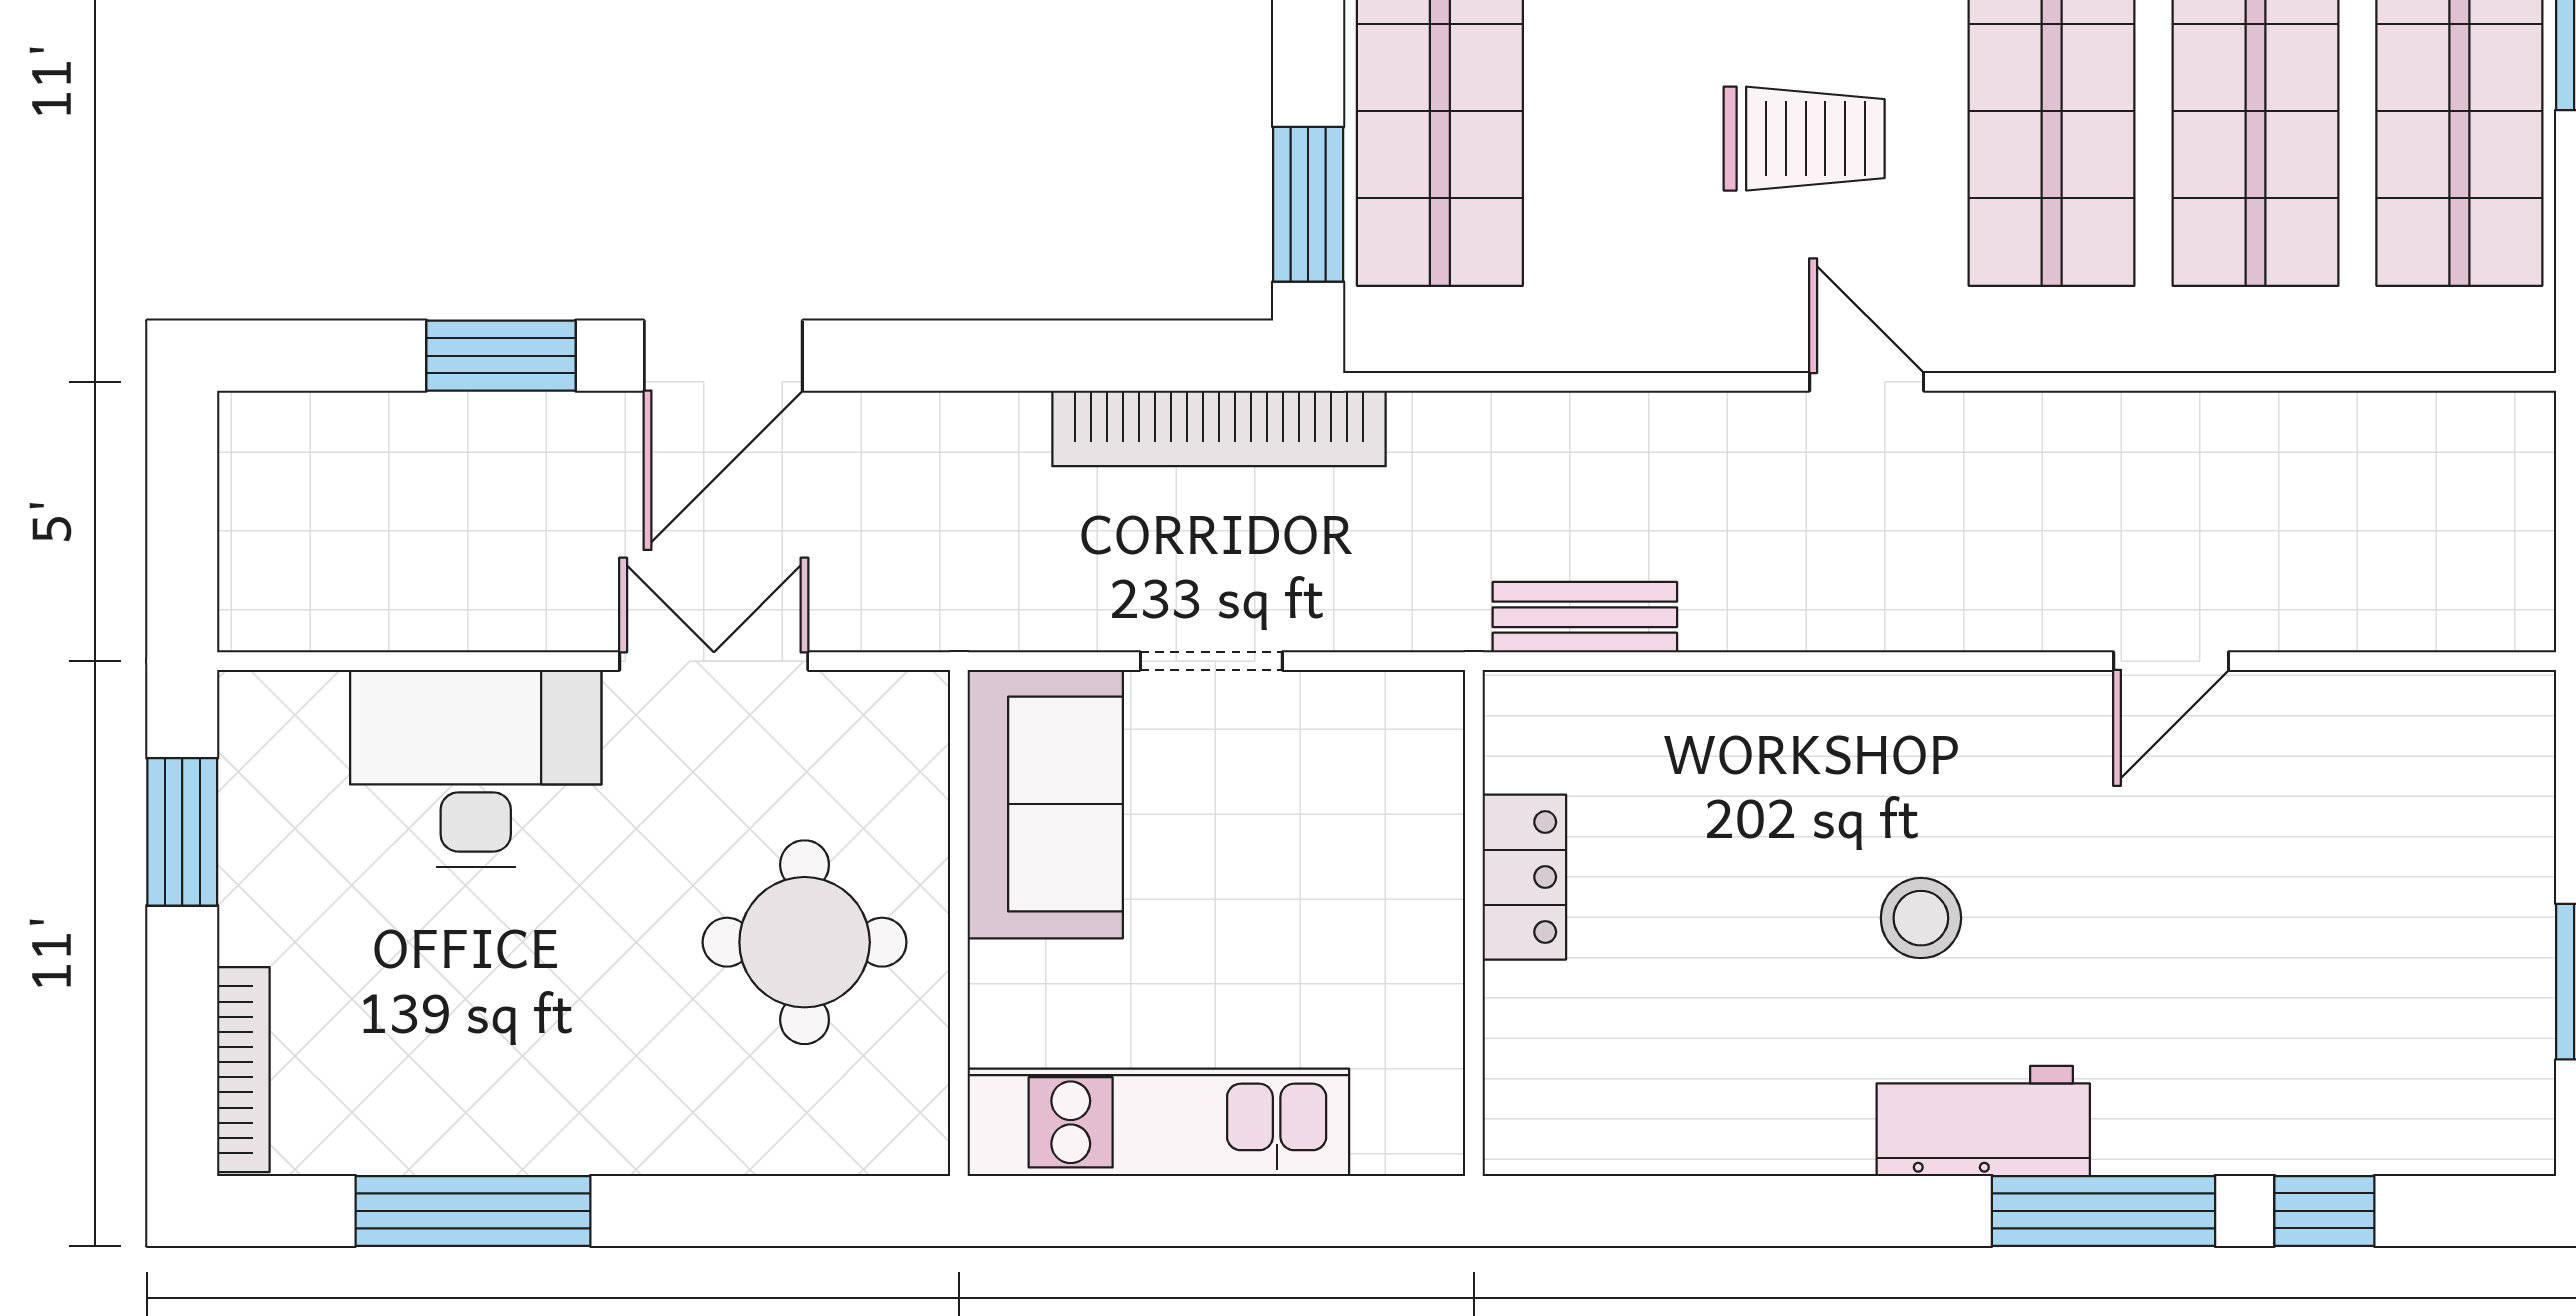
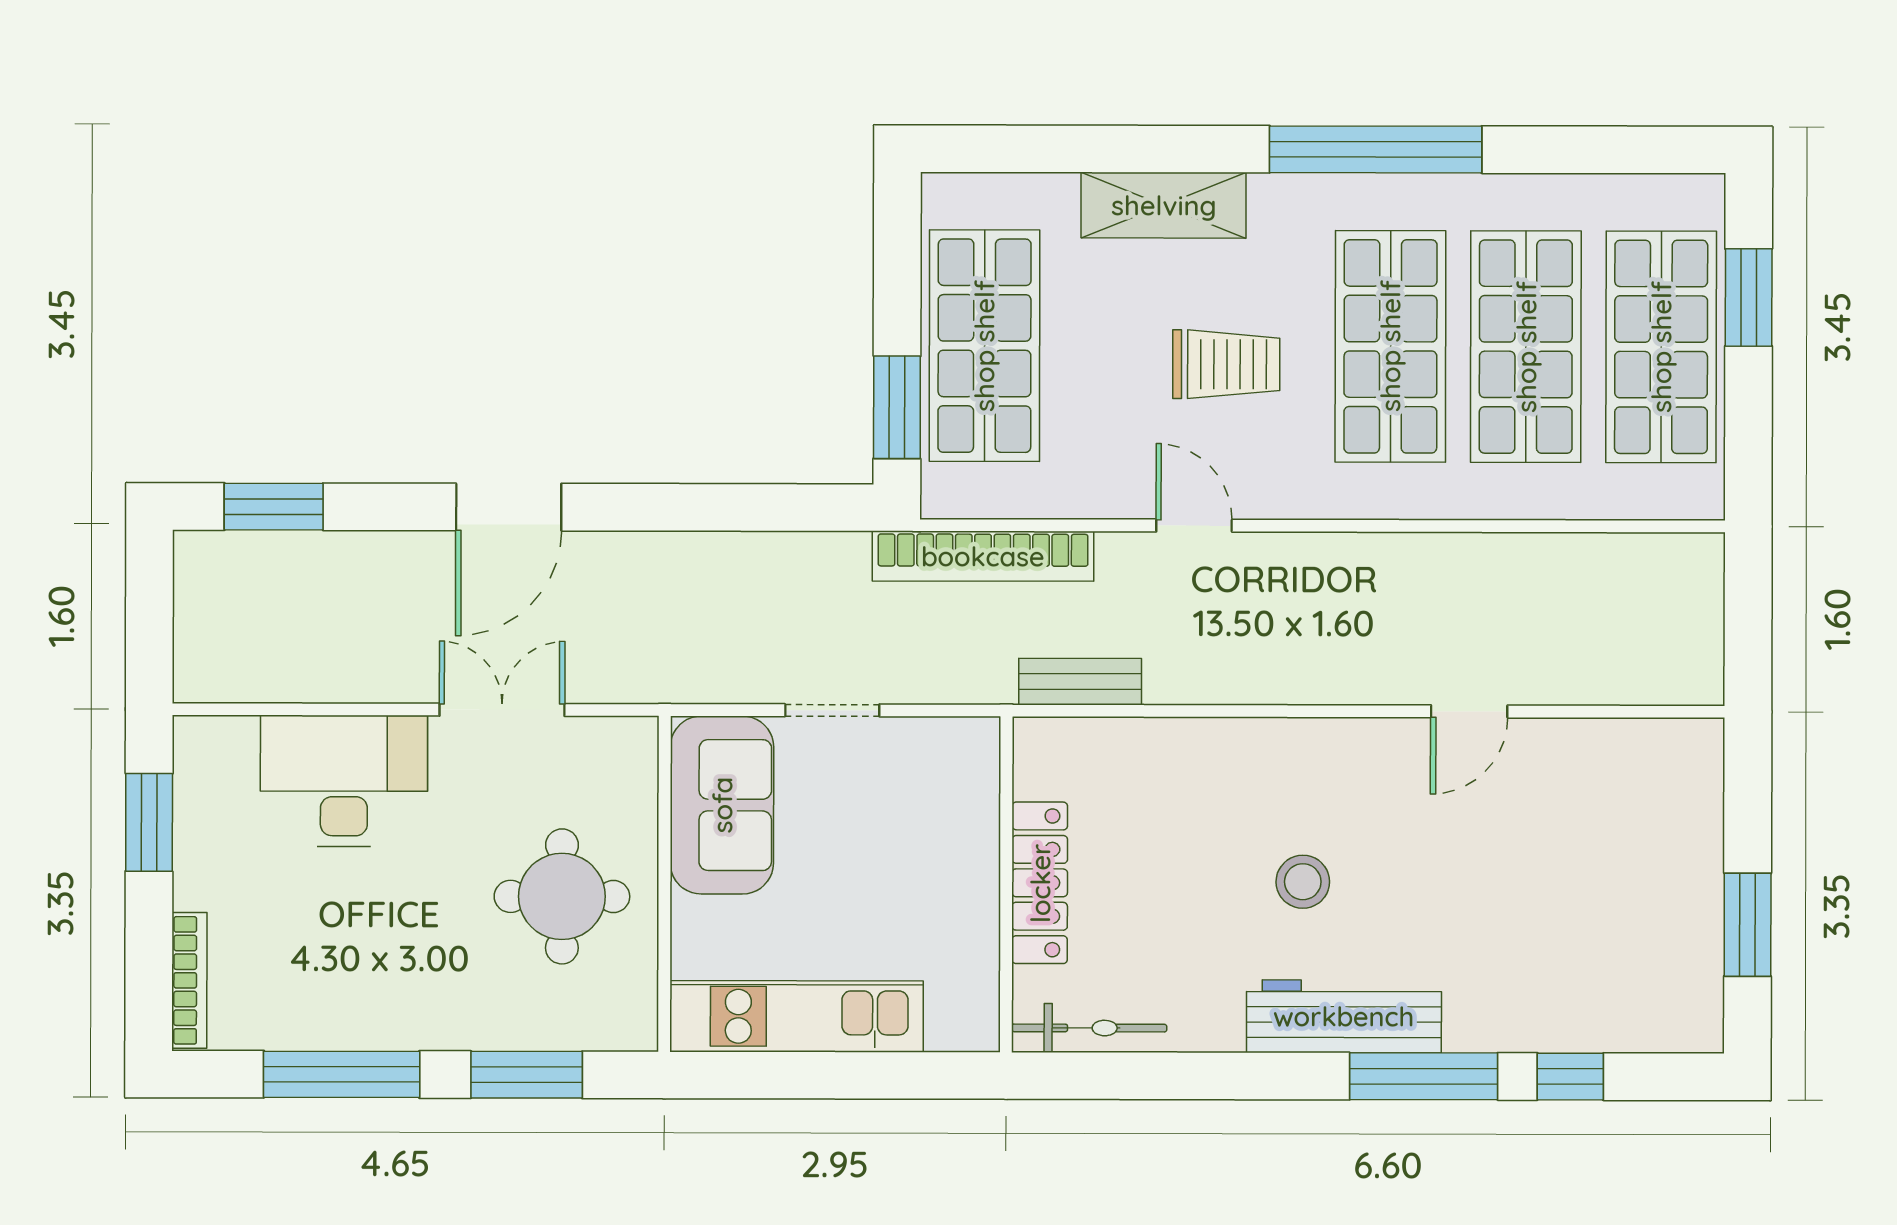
window: (501, 356) -> (274, 507), moved
door: (1867, 382) -> (1194, 526), moved
bookcase: (1219, 428) -> (983, 556), moved
locker: (1524, 877) -> (1040, 883), width x1.53
workbench: (1983, 1121) -> (1344, 1016), width x1.38
bicycle: (1599, 1139) -> (1089, 1028), added
window: (752, 1211) -> (527, 1075), added

